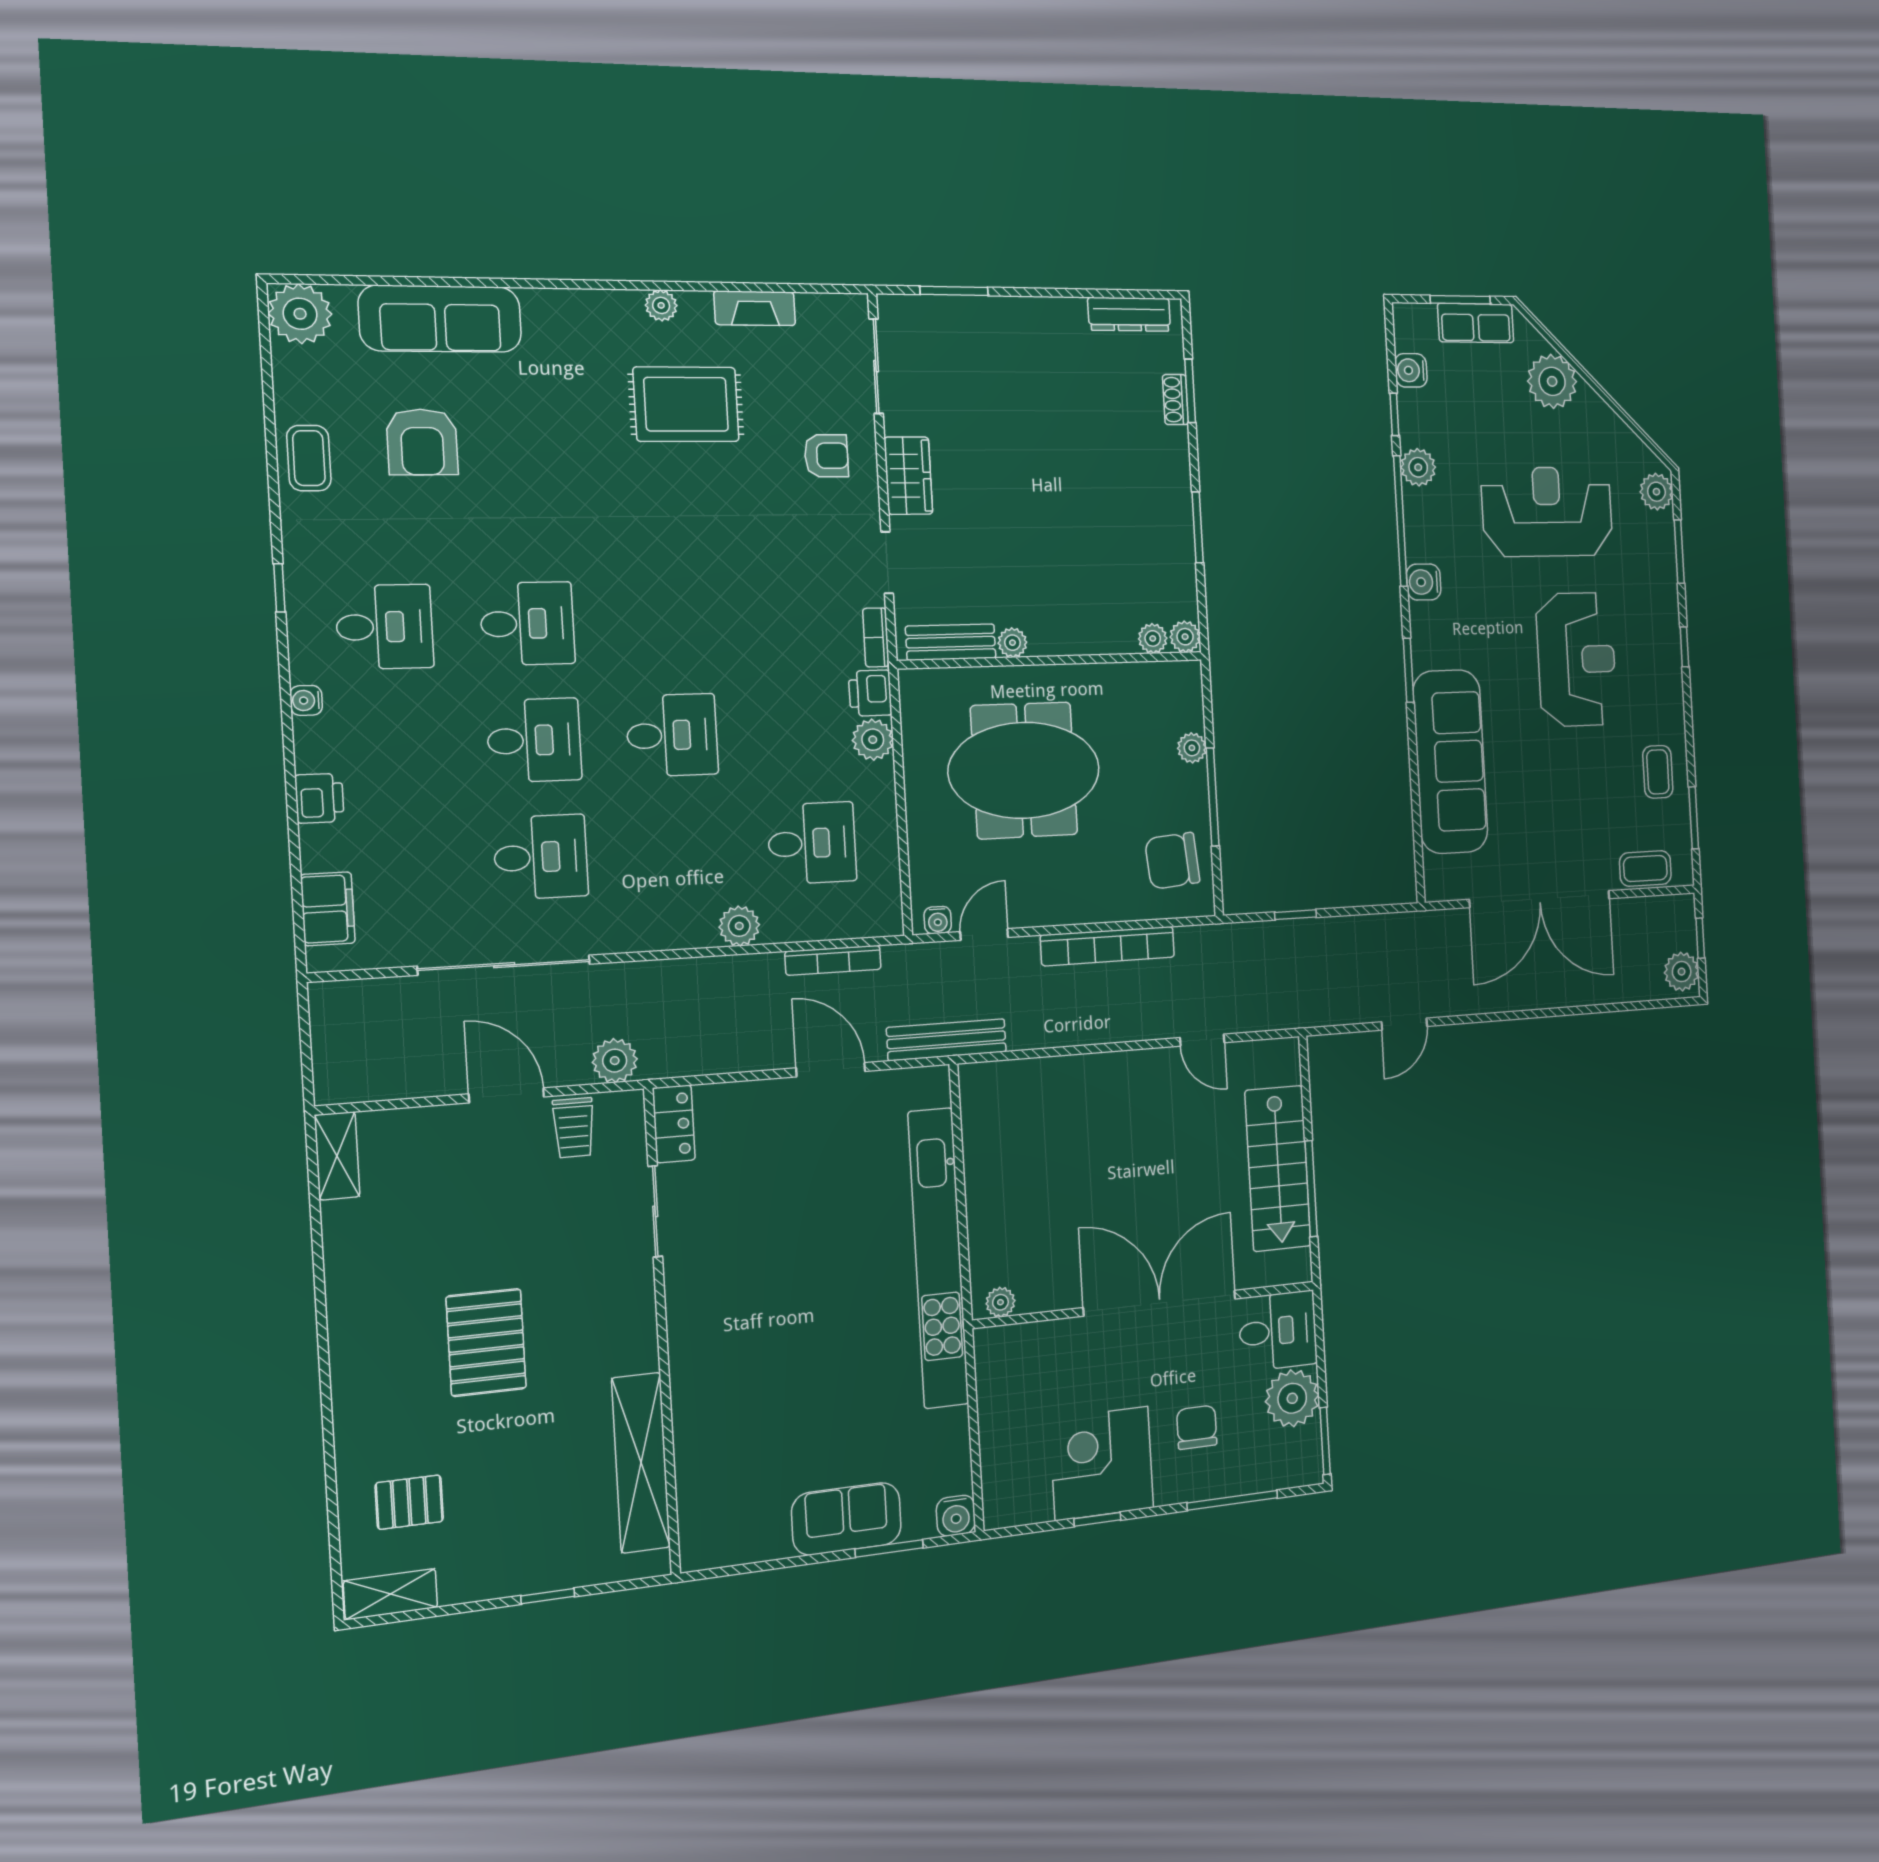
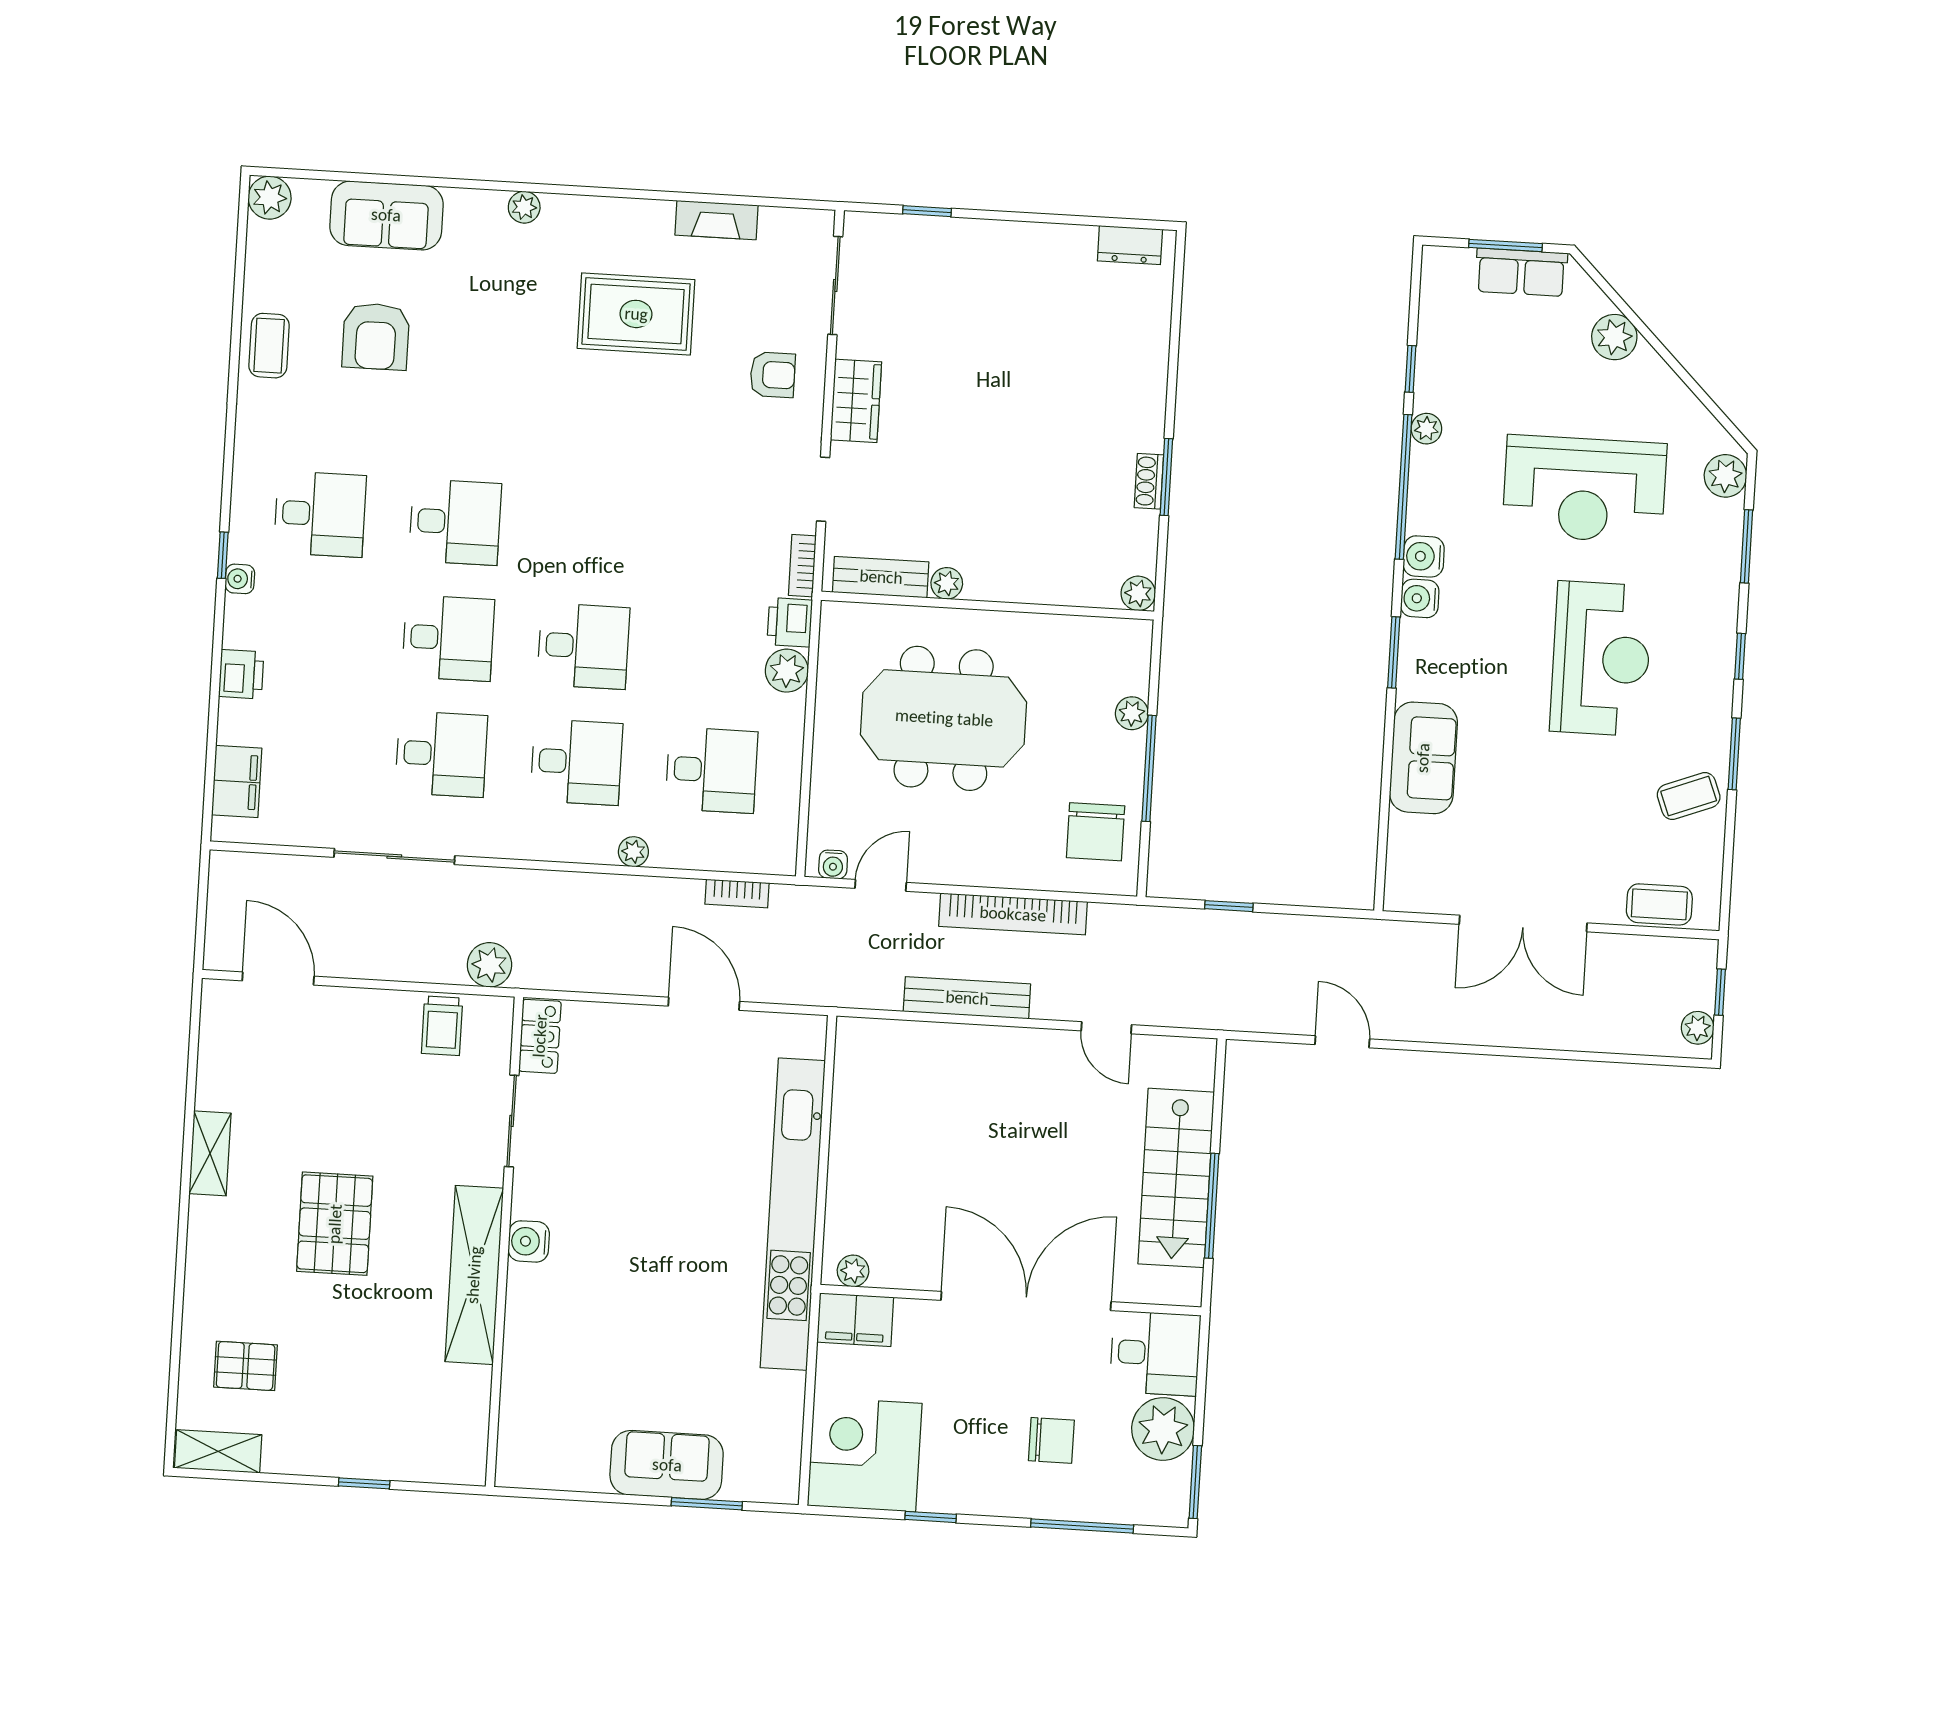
window: (954, 291) -> (927, 211), width x0.67
plant: (661, 305) -> (524, 207), moved
plant: (300, 314) -> (270, 198), width x0.73, depth x0.73
dresser: (1129, 314) -> (1130, 245), width x0.70
sofa: (440, 319) -> (386, 215), width x0.73
water cooler: (1411, 370) -> (1420, 598), moved
plant: (1552, 381) -> (1614, 337), width x0.73, depth x0.73
window: (1190, 391) -> (1175, 330), removed
shoe rack: (1175, 400) -> (1149, 481), moved
plant: (1418, 467) -> (1426, 429), width x0.73, depth x0.73
reception desk: (1547, 512) -> (1584, 489), turned 180
window: (279, 588) -> (223, 555), moved
plant: (1153, 638) -> (1102, 592), removed
sofa: (1450, 762) -> (1423, 758), width x0.54, depth x0.79
coffee table: (1658, 772) -> (1689, 796), turned 69
window: (1694, 818) -> (1734, 754), moved
desk: (679, 850) -> (577, 762), added
chair: (1172, 861) -> (1096, 832), turned -85
double door: (1540, 899) -> (1523, 924), width x0.73
plant: (739, 926) -> (633, 852), width x0.73, depth x0.73
bookcase: (833, 960) -> (737, 893), width x0.64
sliding door: (504, 965) -> (394, 856), width x0.73
plant: (1682, 972) -> (1698, 1028), width x0.73, depth x0.73
door: (1404, 1024) -> (1342, 1042), swing flipped
bench: (947, 1040) -> (967, 998), moved
door: (506, 1095) -> (278, 979), moved
shelving: (337, 1156) -> (210, 1153), moved
filing cabinet: (1008, 1348) -> (855, 1320), added
chair: (1197, 1427) -> (1051, 1440), turned 90
shelving: (641, 1463) -> (474, 1275), moved
corner desk: (1102, 1463) -> (865, 1455), moved
water cooler: (956, 1516) -> (529, 1241), moved, turned 90

